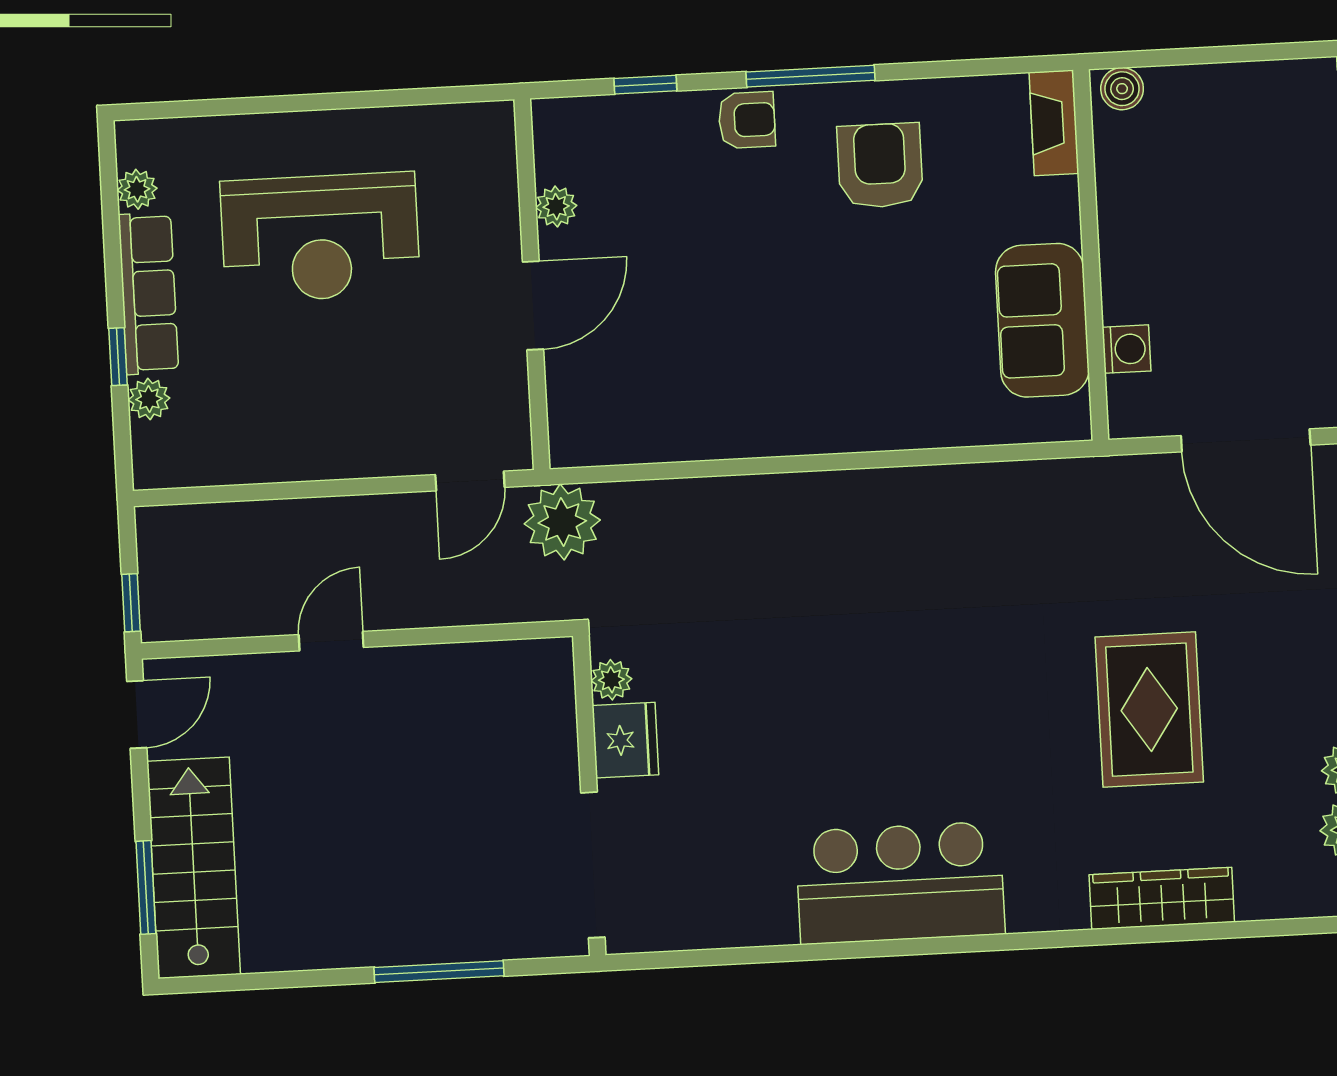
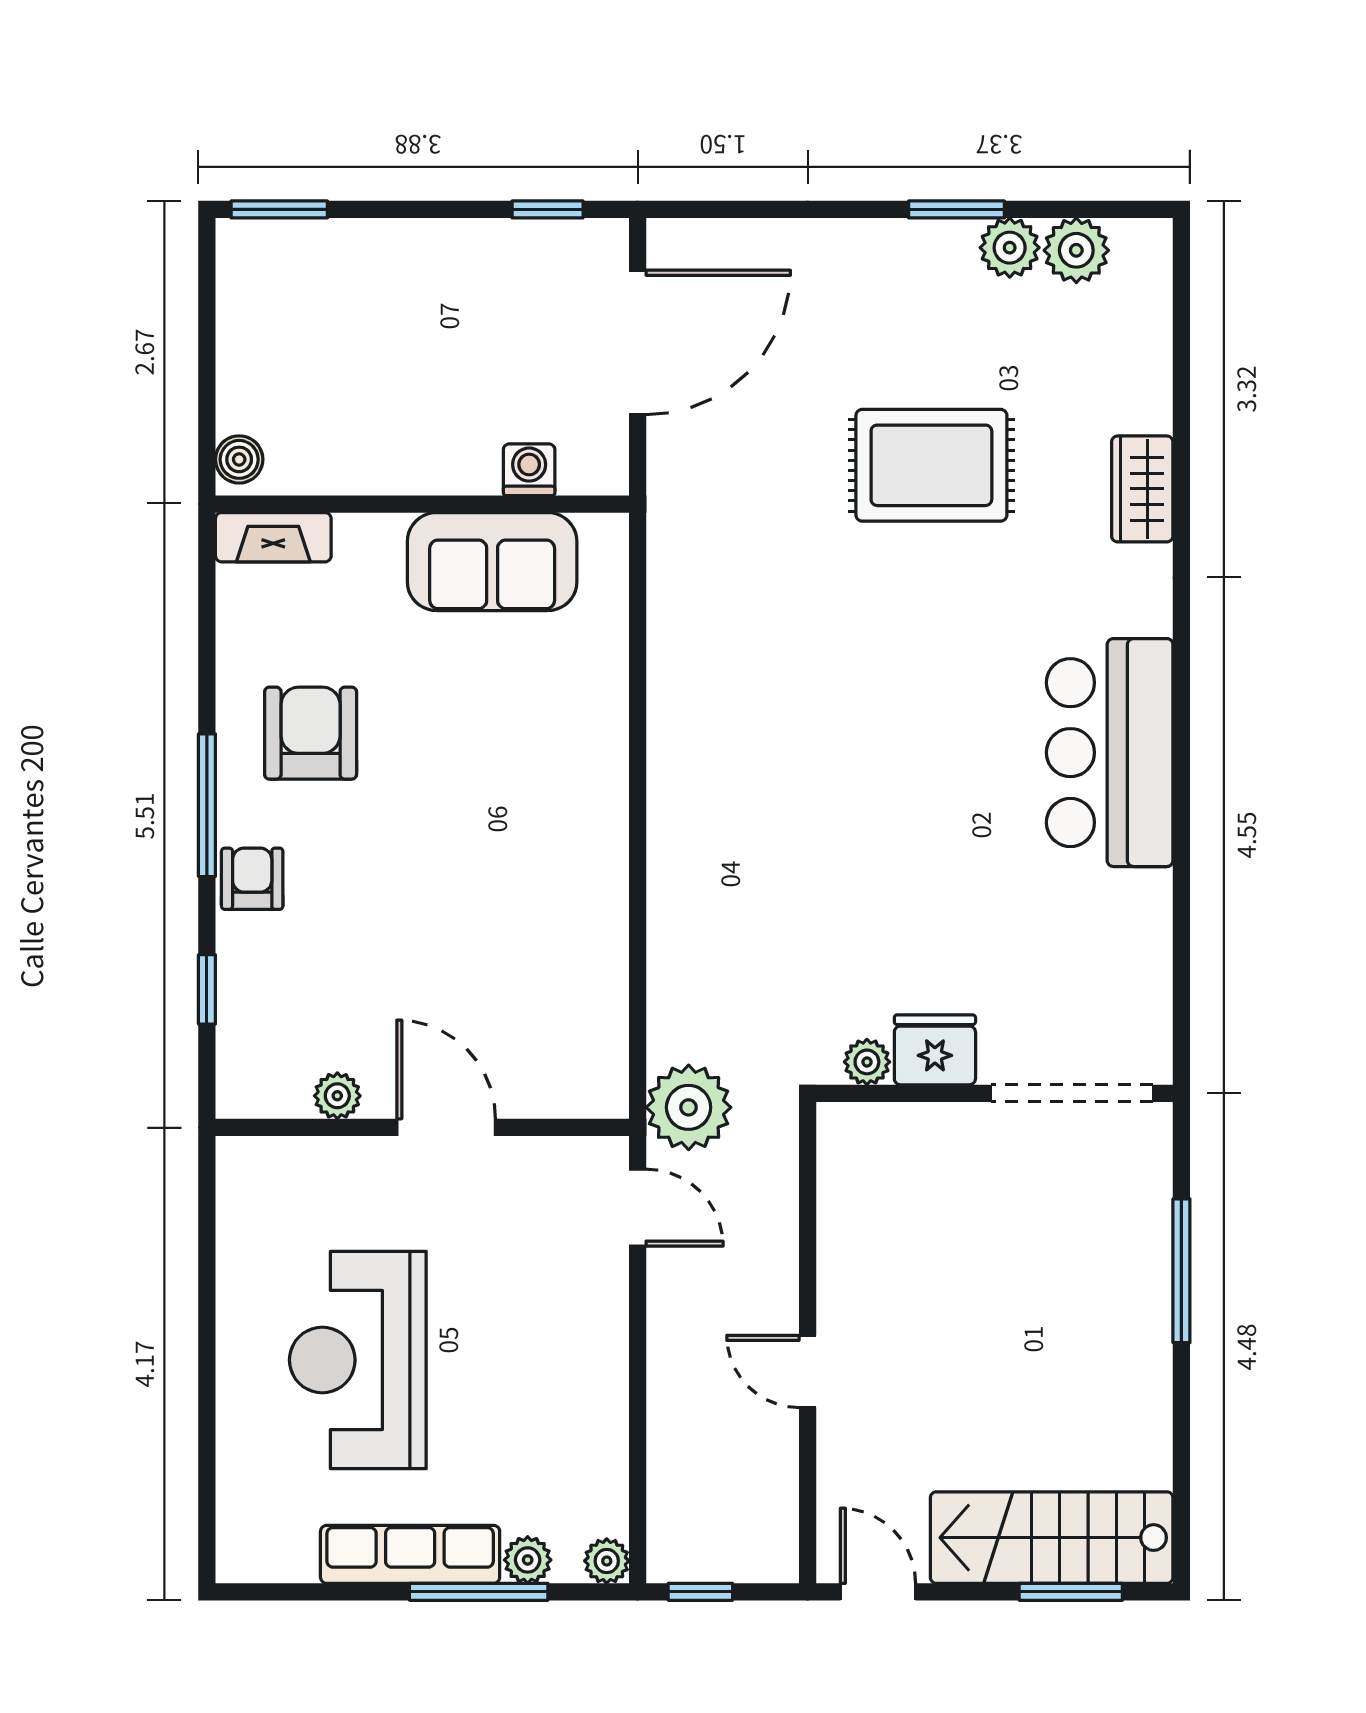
armchair: (880, 166) -> (311, 733), turned 90
plant: (137, 189) -> (607, 1561), moved
reception desk: (320, 237) -> (358, 1360), turned 180
window: (118, 357) -> (479, 1592), width x2.17
window: (131, 603) -> (700, 1592), moved
wardrobe: (1162, 898) -> (1142, 489), width x0.67

